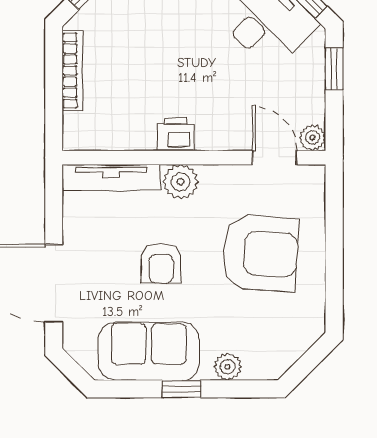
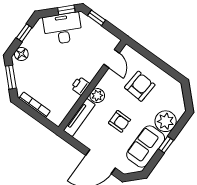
plant: (312, 138) -> (114, 41), removed
door: (275, 158) -> (112, 59), swing flipped
armchair: (260, 253) -> (140, 86), width x0.73, depth x0.73
plant: (228, 367) -> (166, 121), width x1.87, depth x1.87

